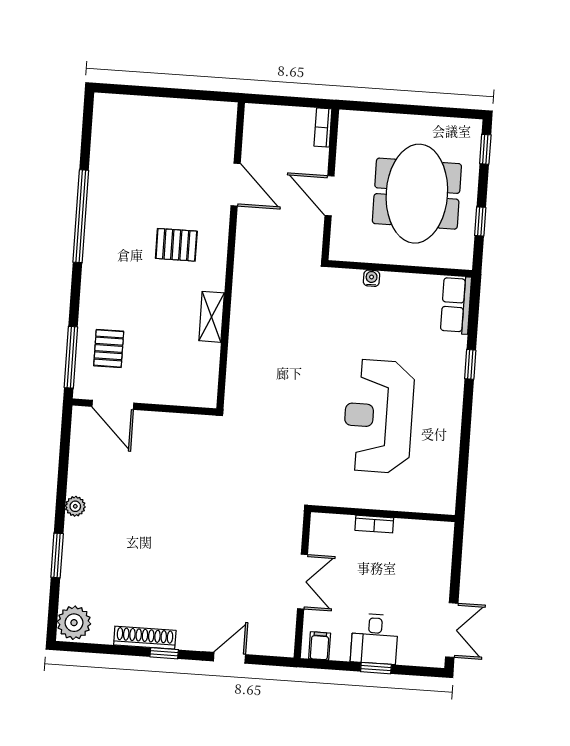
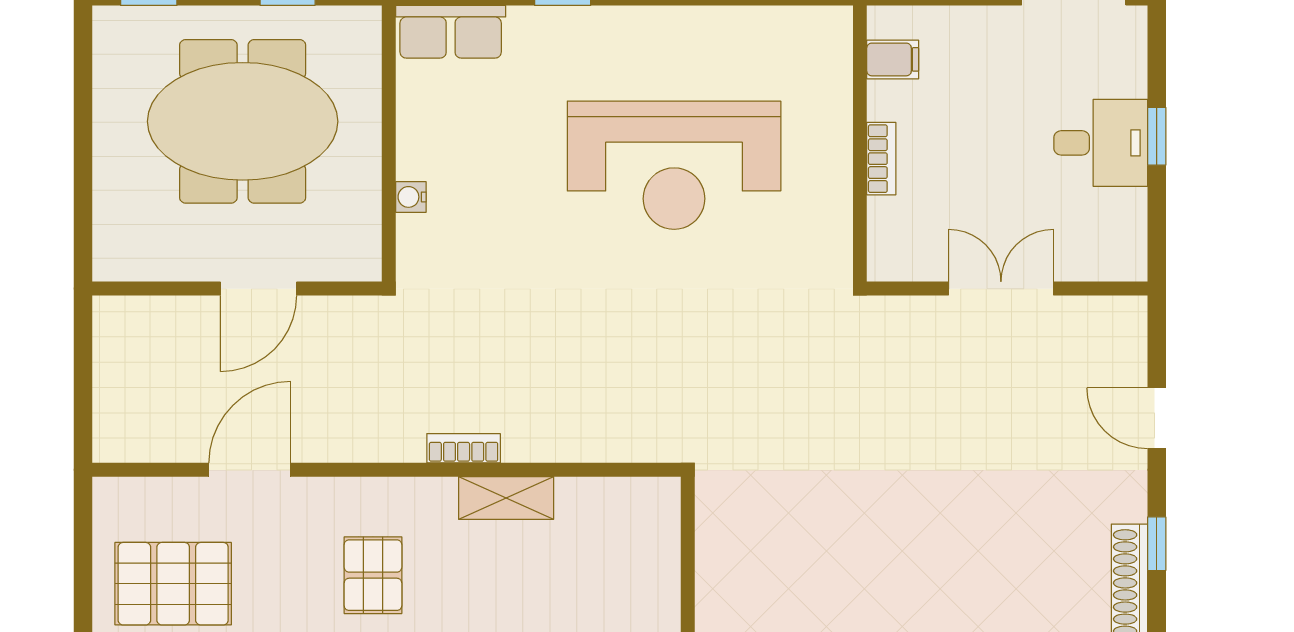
bookcase: (323, 128) -> (464, 448), moved, turned 180
pallet: (179, 141) -> (173, 584), added
filing cabinet: (320, 646) -> (893, 59), moved, turned 180

